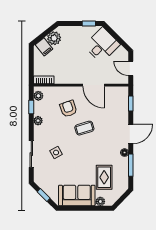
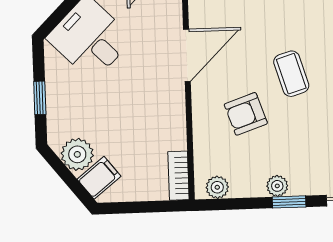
window: (89, 23) -> (40, 98), moved
window: (31, 107) -> (289, 202), moved

